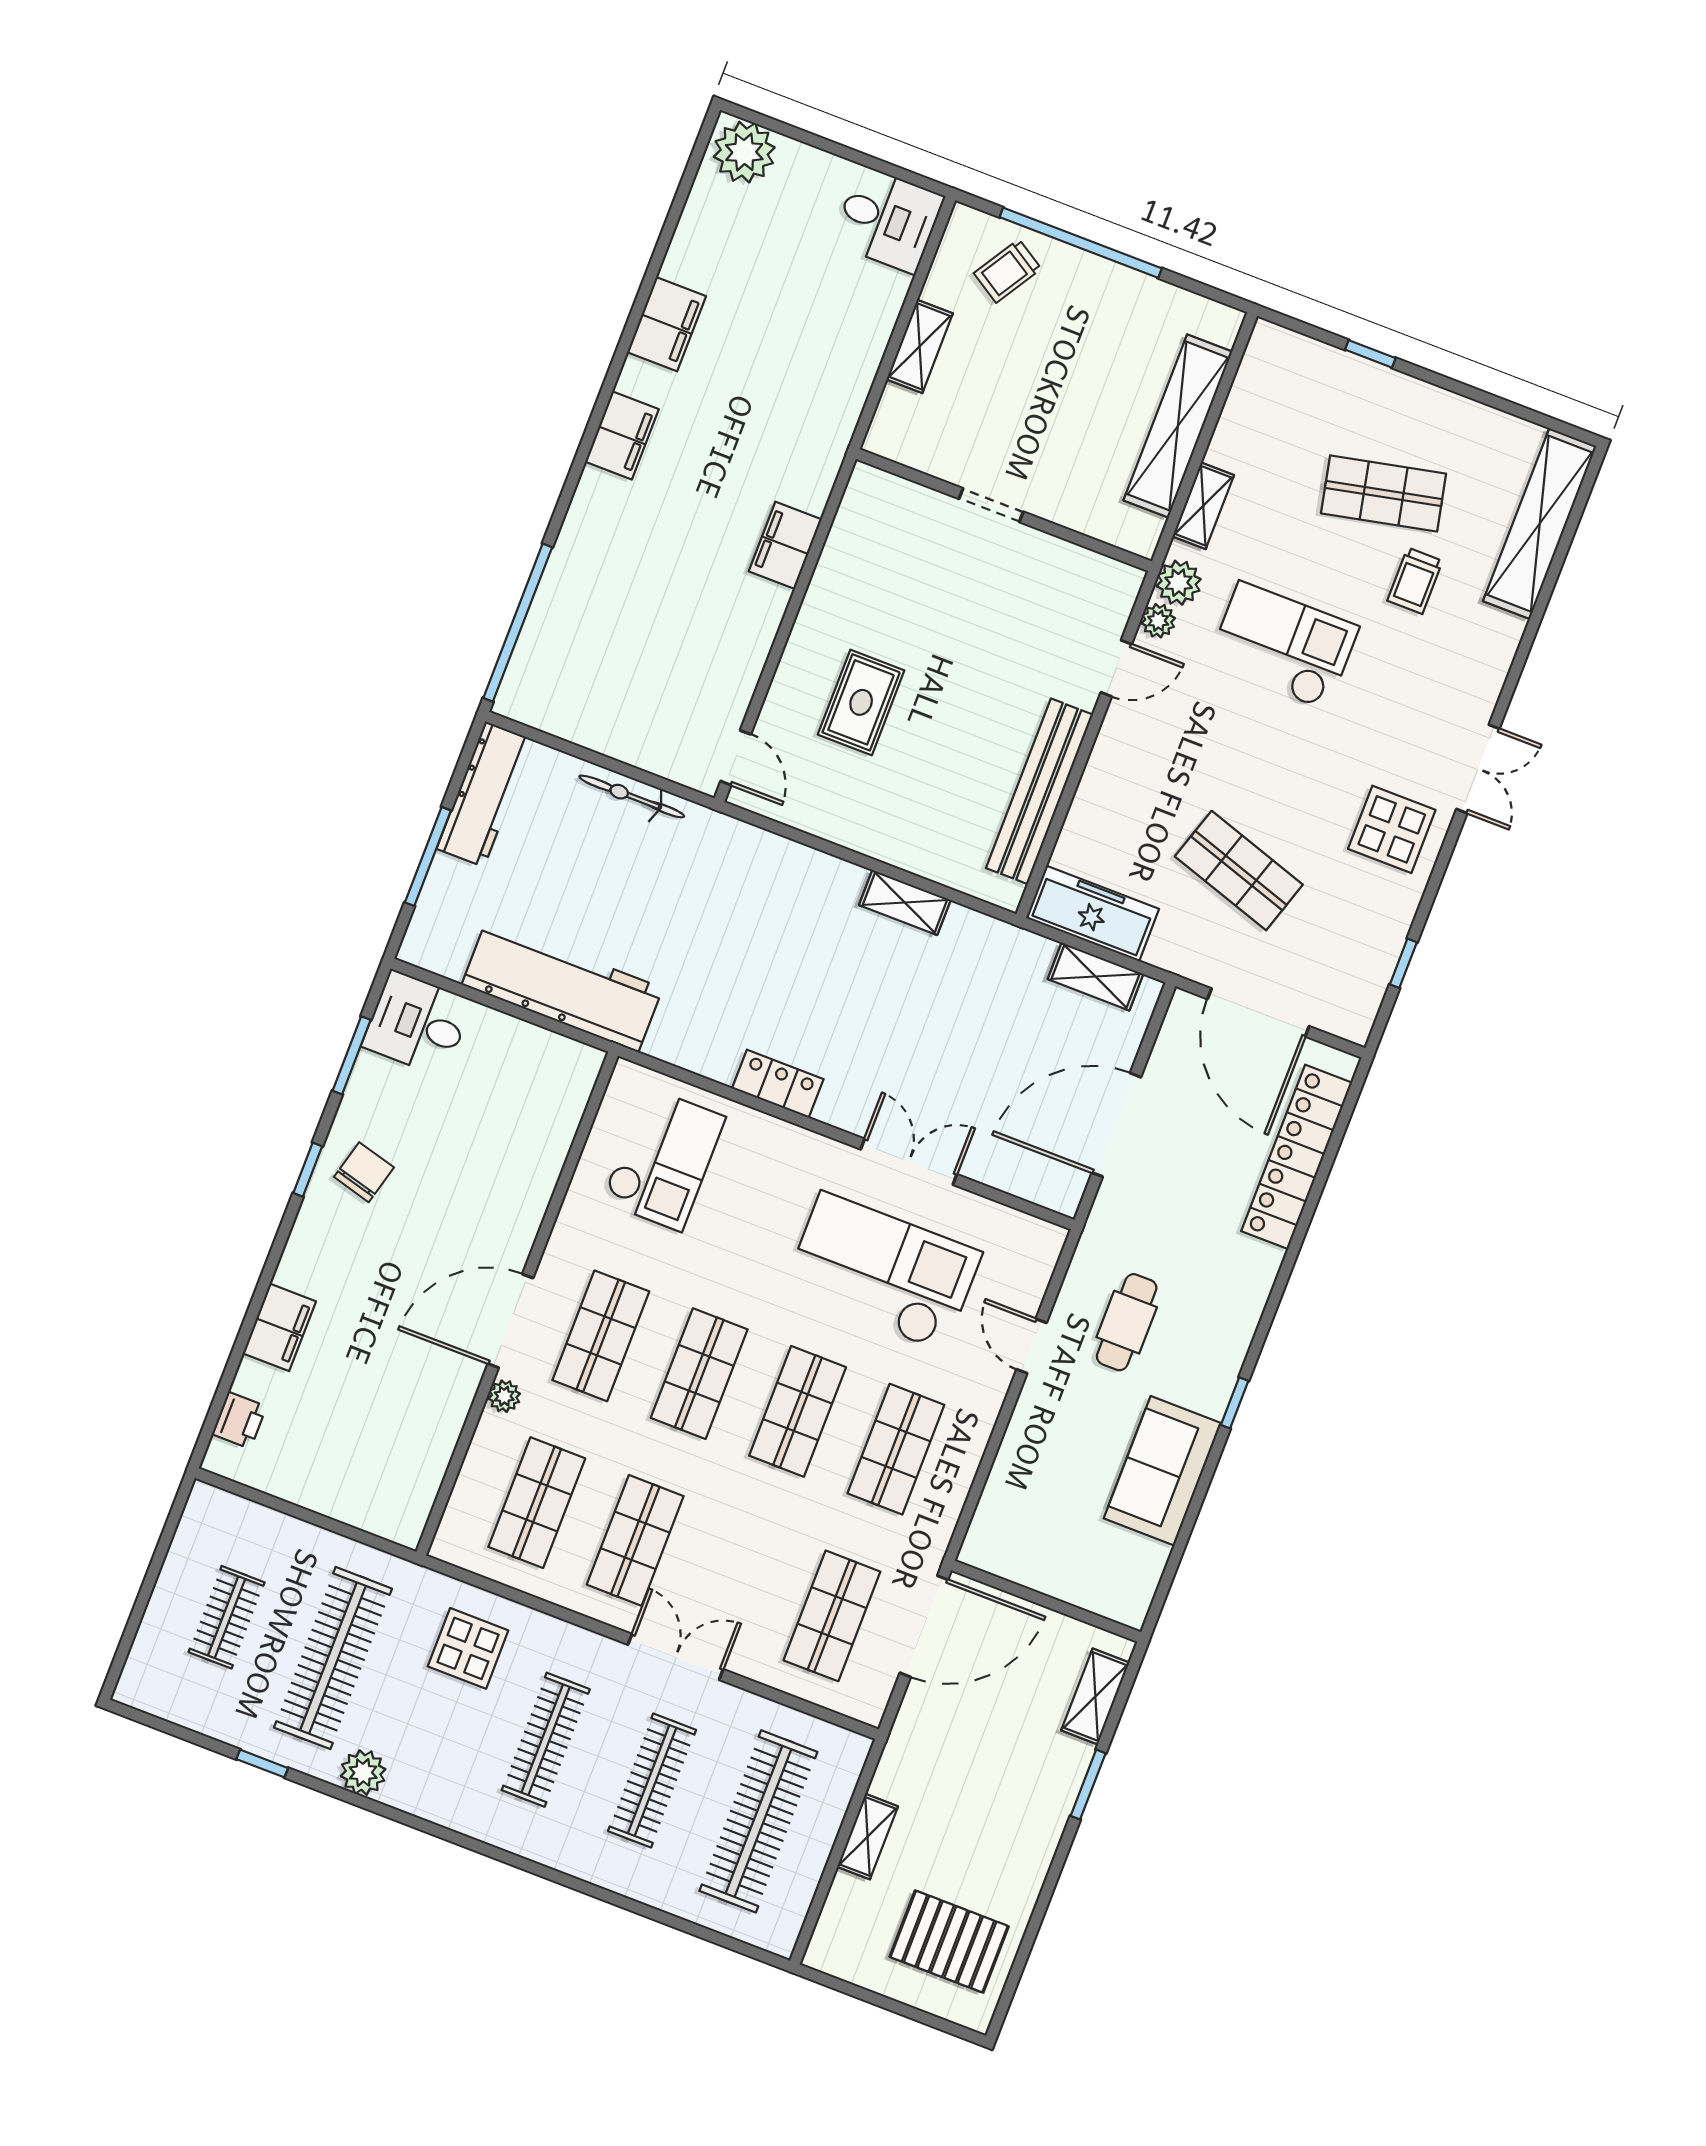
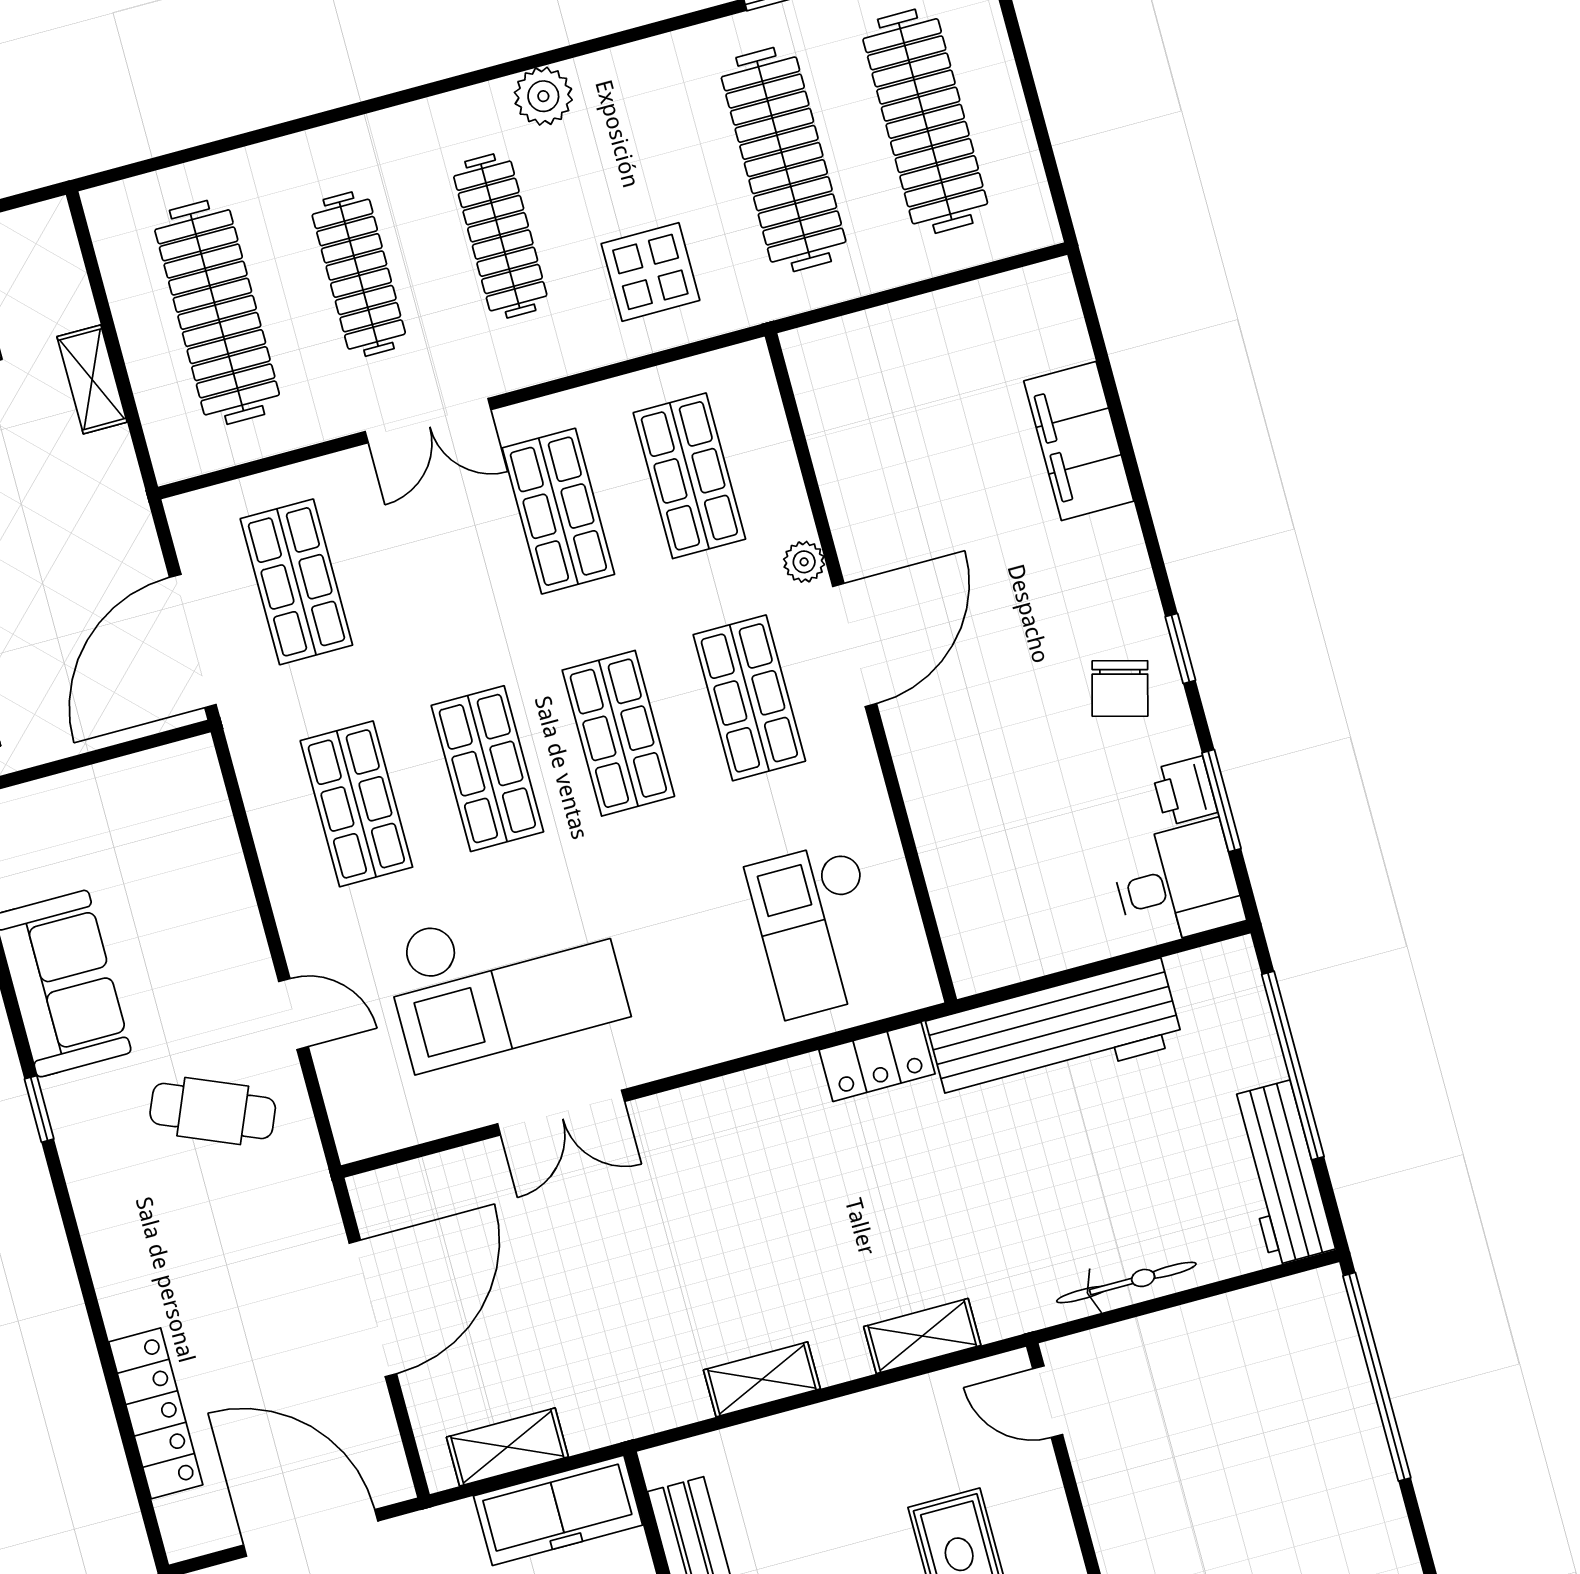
window: (428, 856) -> (1293, 1065), width x1.46
shelving: (784, 856) -> (922, 1336), added
locker: (778, 1084) -> (877, 1062), moved
locker: (1297, 1157) -> (156, 1413), width x0.71, depth x0.83
cafe table: (1127, 1322) -> (213, 1111), turned -67
filing cabinet: (279, 1327) -> (1079, 441), width x1.50, depth x1.17
printer: (239, 1420) -> (1184, 791), moved
clothes rail: (227, 1617) -> (925, 121), width x1.86, depth x1.31
plant: (363, 1773) -> (543, 96), moved

